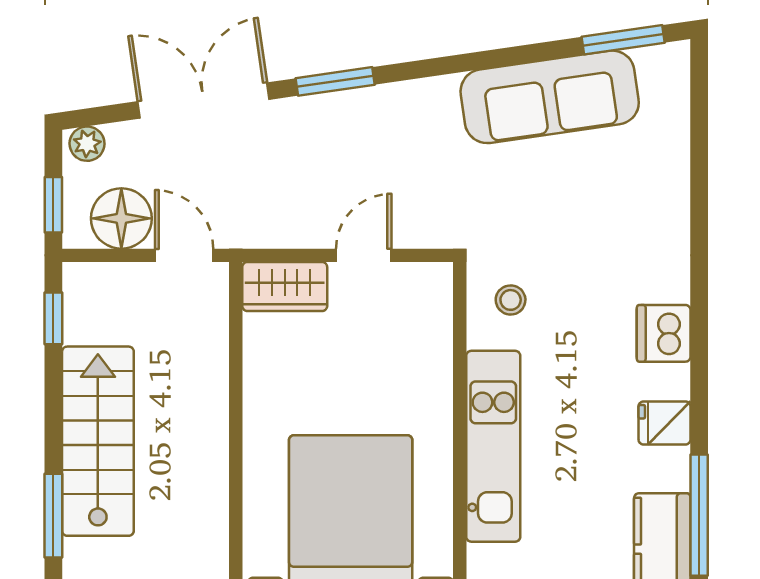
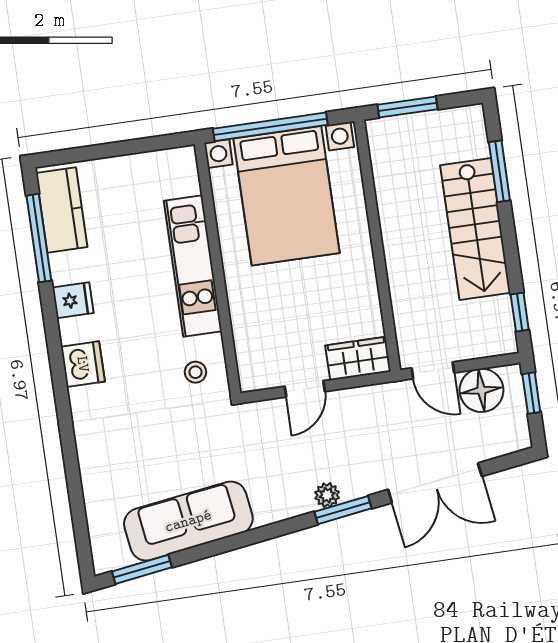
plant: (87, 144) -> (327, 495), moved

